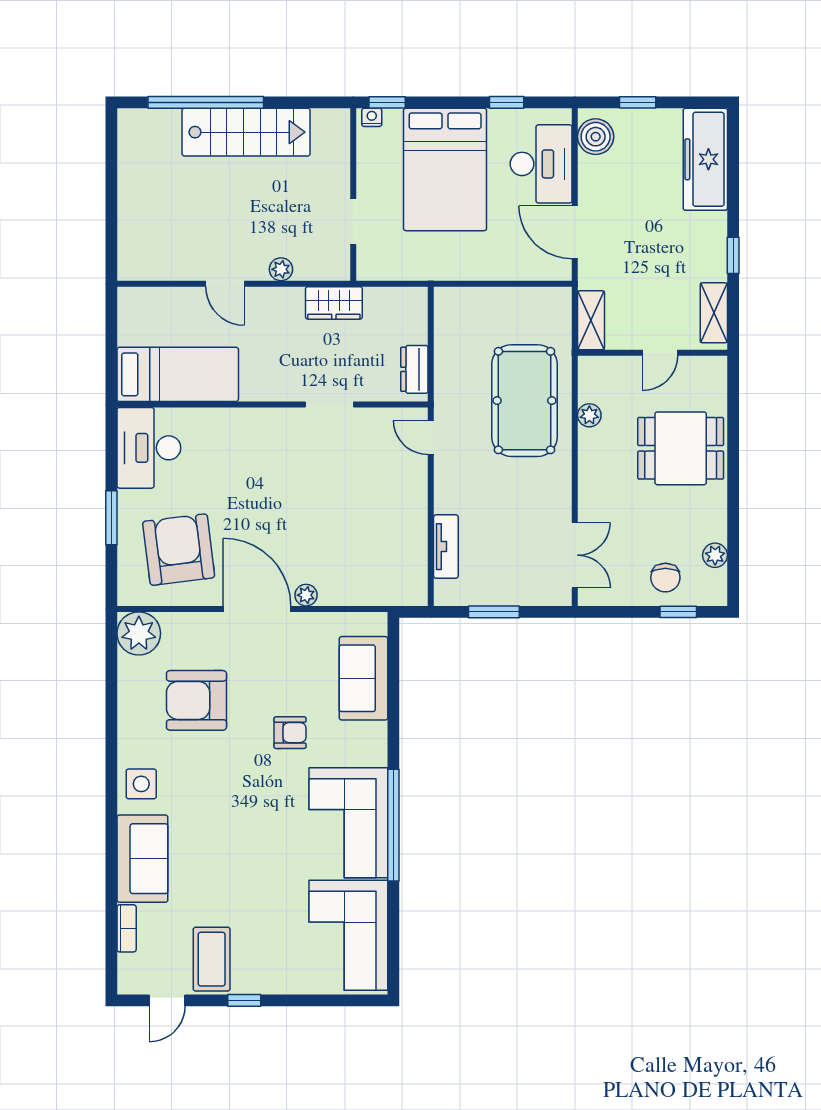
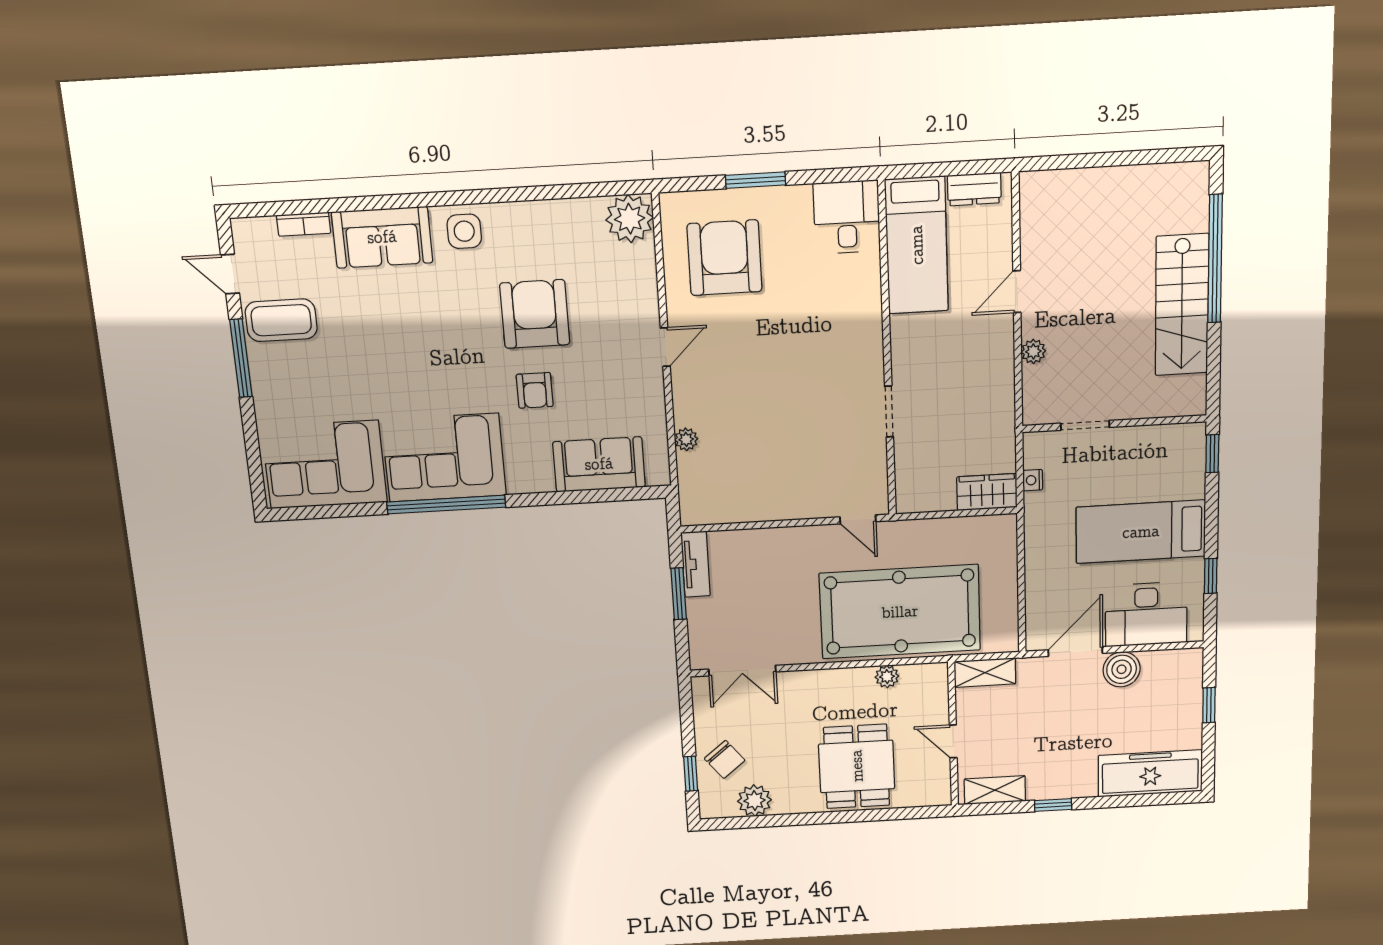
nightstand: (372, 117) -> (1033, 480), moved, turned 180
boiler: (596, 137) -> (1122, 669), moved
bed: (445, 169) -> (1141, 532), width x0.67
wardrobe: (334, 303) -> (987, 492), moved, turned 90
dresser: (414, 369) -> (974, 189), moved, turned 180
pool table: (524, 401) -> (900, 612), width x1.36, depth x1.32
door: (431, 437) -> (858, 519), swing flipped
desk: (149, 448) -> (847, 217), width x0.73
tv unit: (446, 547) -> (696, 564), moved, turned -90
armchair: (179, 550) -> (725, 258), turned -83
plant: (715, 555) -> (754, 801), width x1.38, depth x1.38
chair: (665, 578) -> (725, 759), turned -129
plant: (306, 595) -> (686, 439), moved
door: (257, 609) -> (665, 347), width x0.53
armchair: (196, 700) -> (535, 314), moved
window: (244, 1000) -> (241, 358), width x2.17

